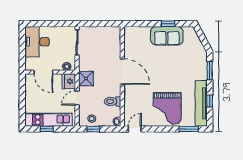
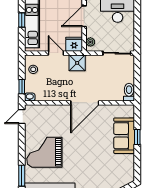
window: (168, 24) -> (137, 137), moved
sofa: (167, 36) -> (124, 136), moved
toilet: (113, 101) -> (129, 92), moved
window: (93, 129) -> (22, 87), moved
door: (135, 129) -> (22, 116), swing flipped

